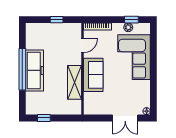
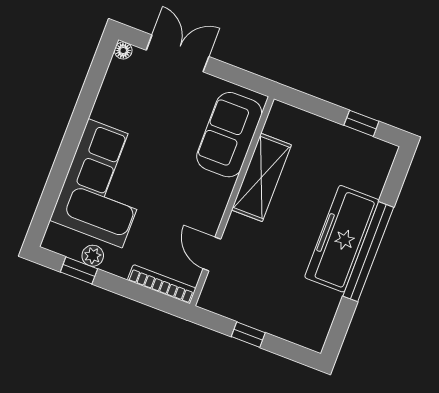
door: (82, 46) -> (212, 254), hinge flipped
sofa: (93, 75) -> (229, 135), moved

